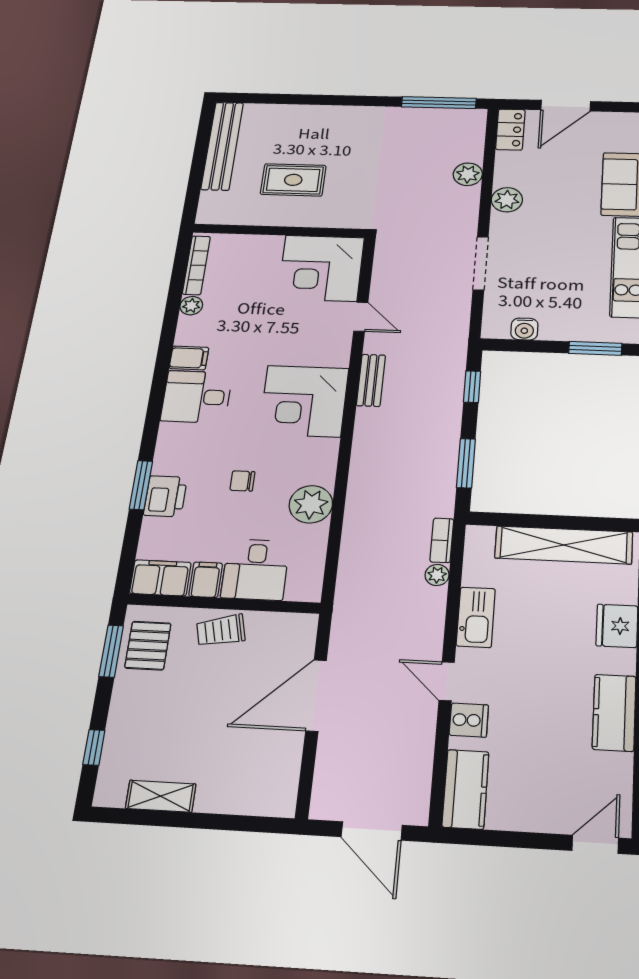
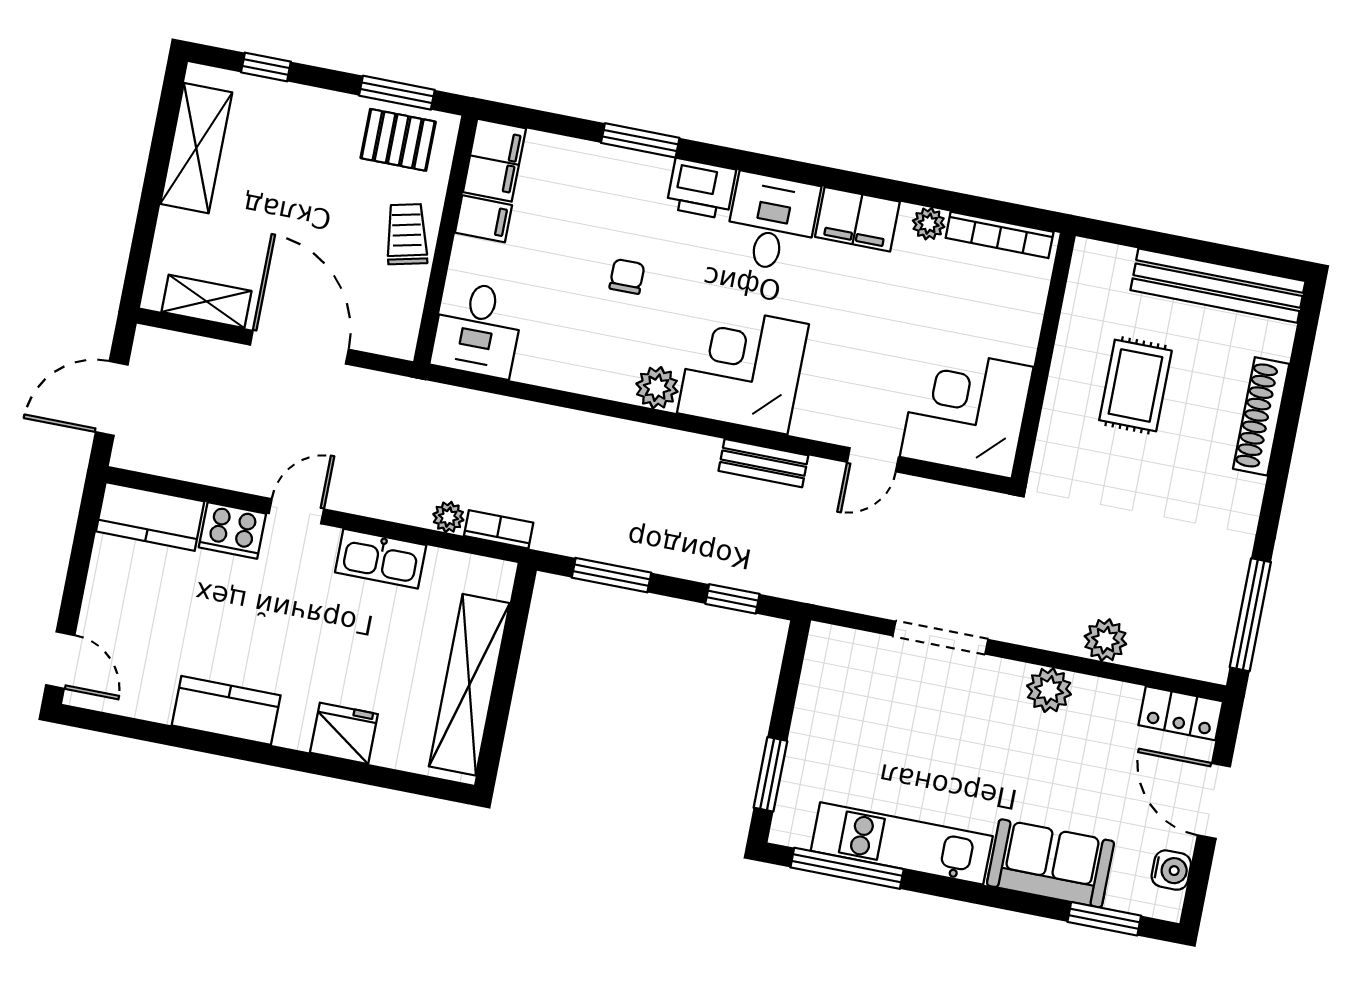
shoe rack: (307, 113) -> (1261, 416), added
water cooler: (524, 329) -> (1171, 870), moved, turned 180
filing cabinet: (189, 358) -> (857, 219), width x2.00
printer: (165, 496) -> (701, 189), moved
plant: (311, 504) -> (657, 388), moved, width x0.73, depth x0.73
desk: (255, 569) -> (477, 329), moved, turned -90
cooker: (469, 720) -> (232, 530), width x1.36
shelving: (285, 768) -> (206, 301), added
shelving: (161, 796) -> (196, 148), width x1.50, depth x1.33

